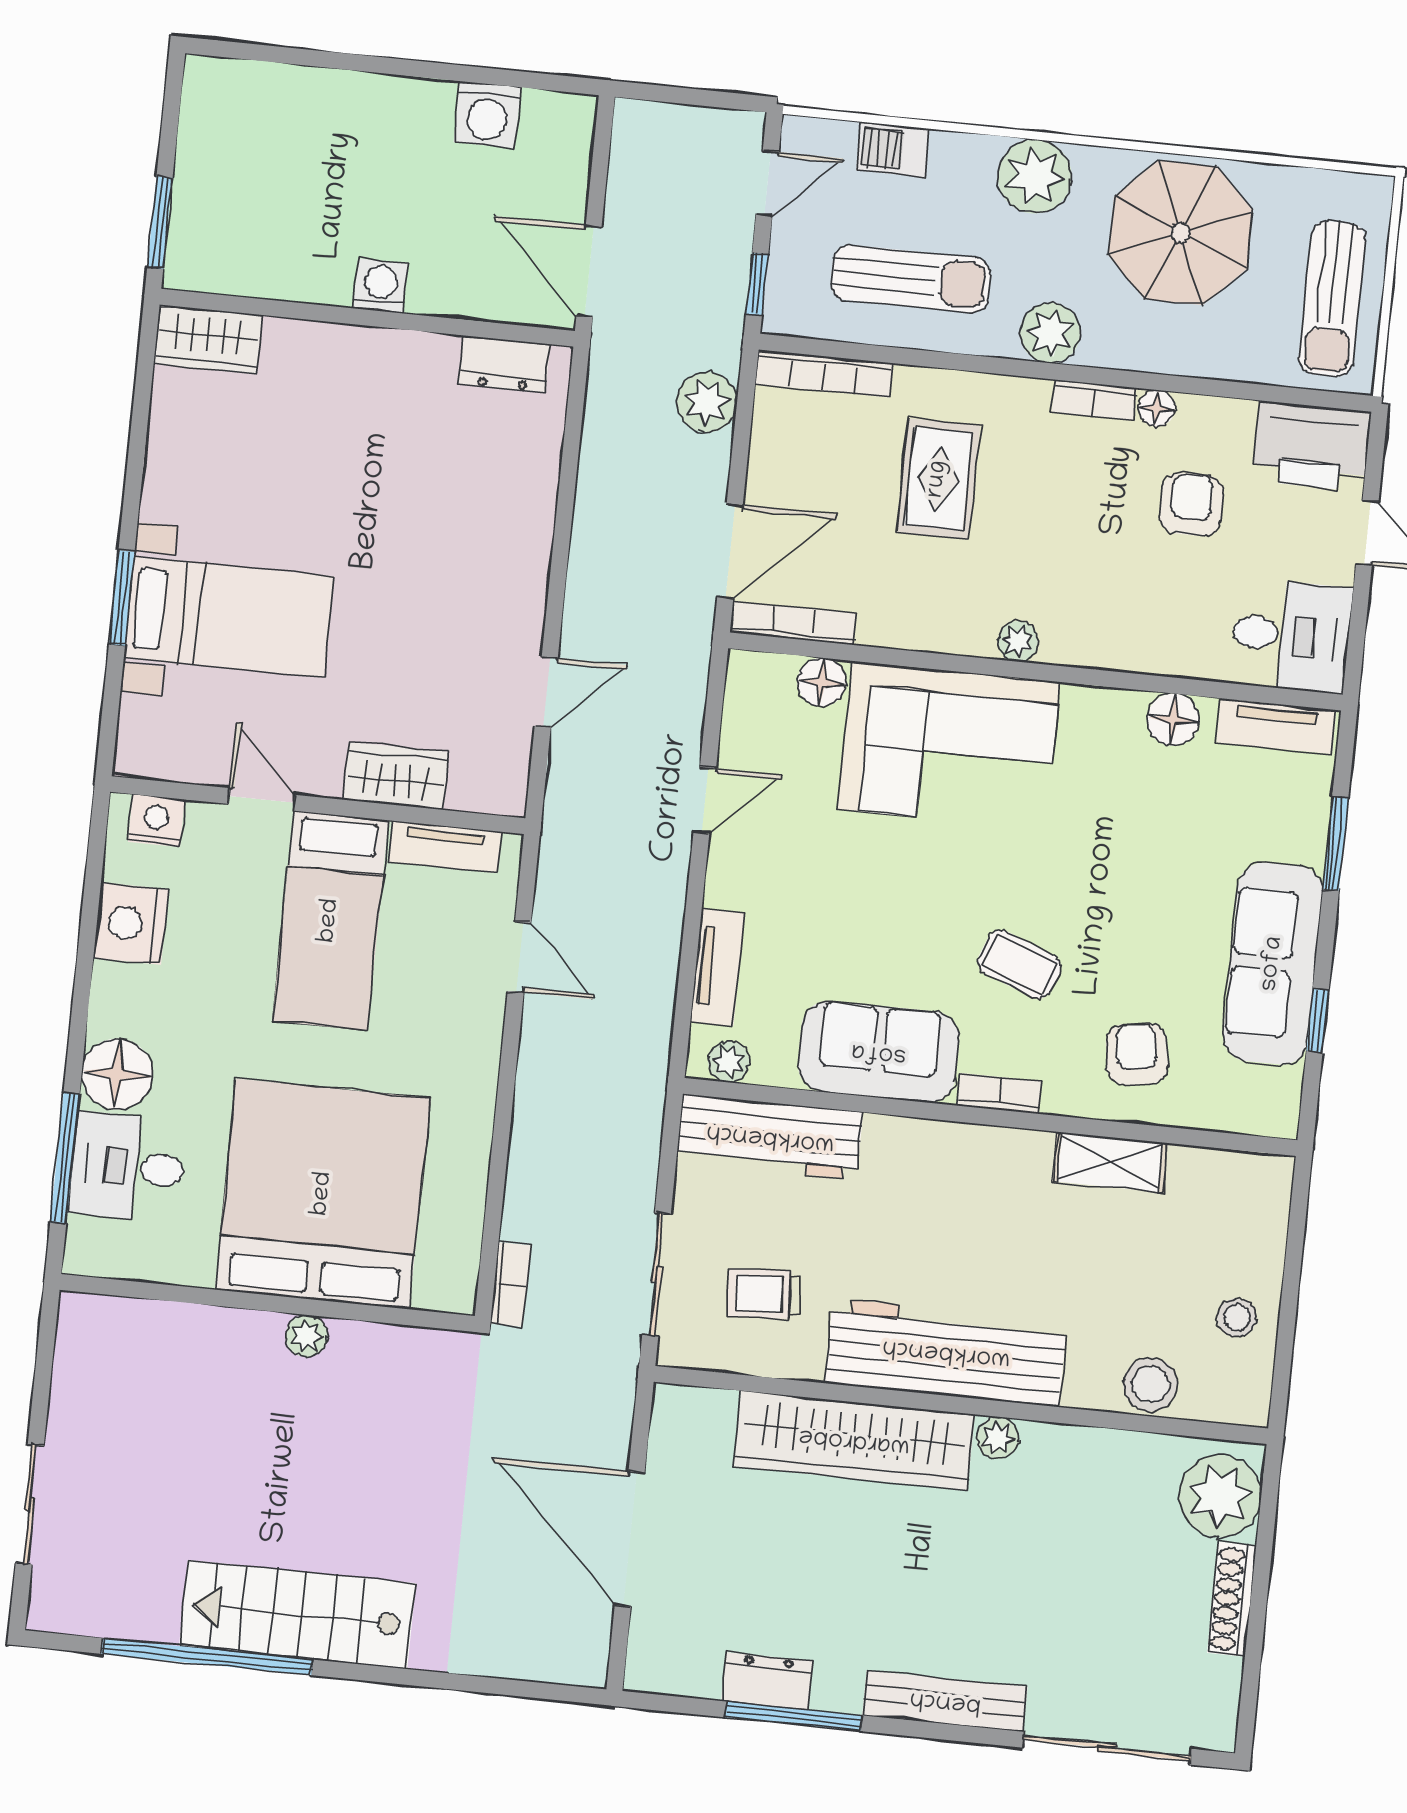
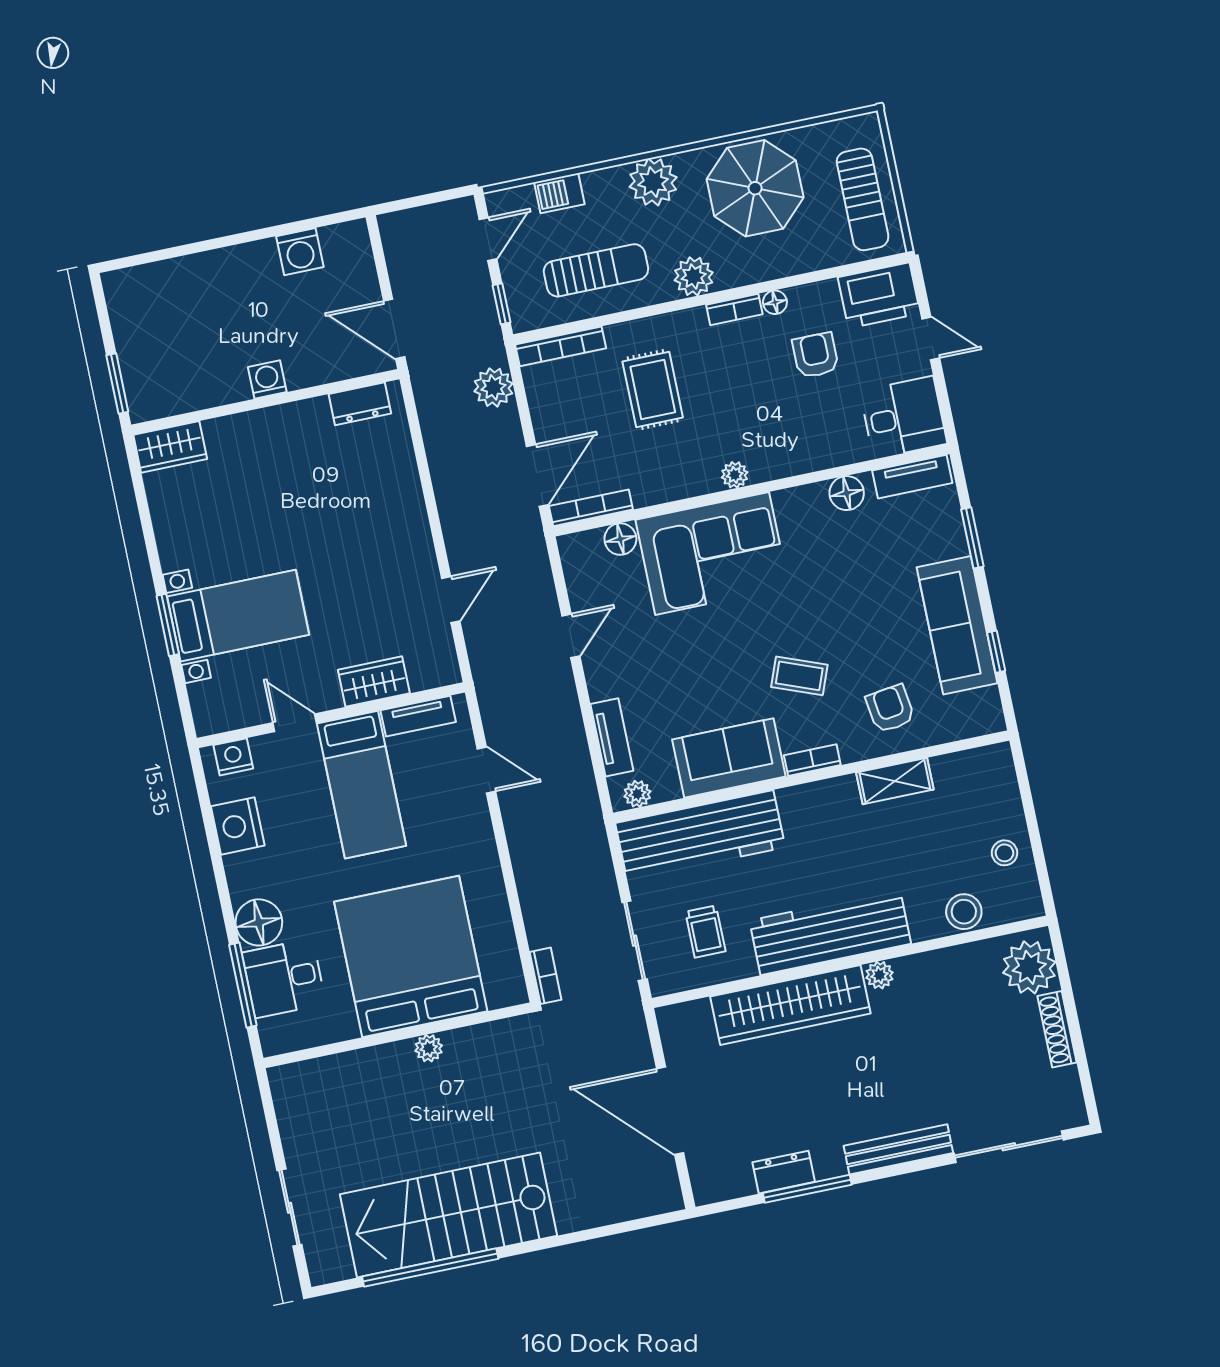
workbench: (770, 1137) -> (700, 835), width x1.36, depth x1.32
trolley: (764, 1294) -> (705, 931), turned -87
stairs: (297, 1615) -> (448, 1215), width x1.36, depth x1.51

